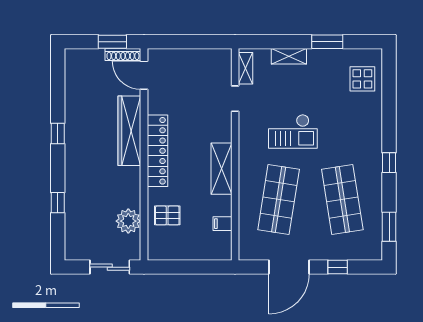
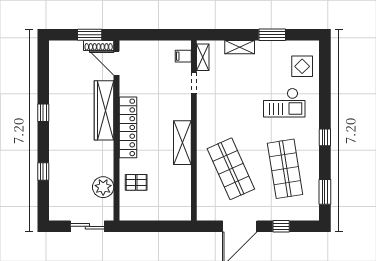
checkout: (293, 131) -> (284, 103), moved
shop shelf: (279, 200) -> (231, 169), turned -33
filing cabinet: (222, 224) -> (183, 56), moved

